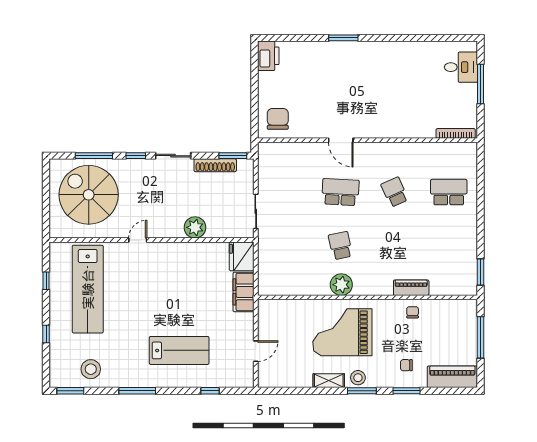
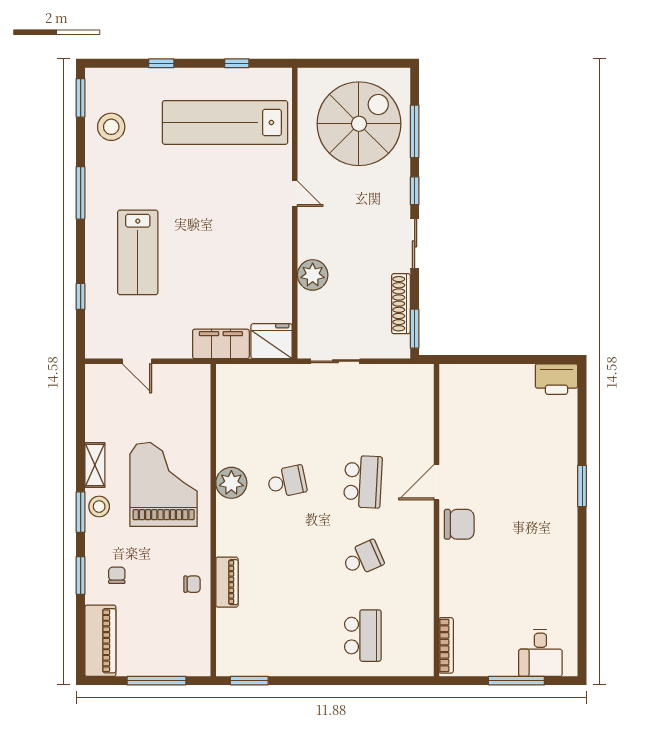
chair: (278, 119) -> (459, 524), moved

